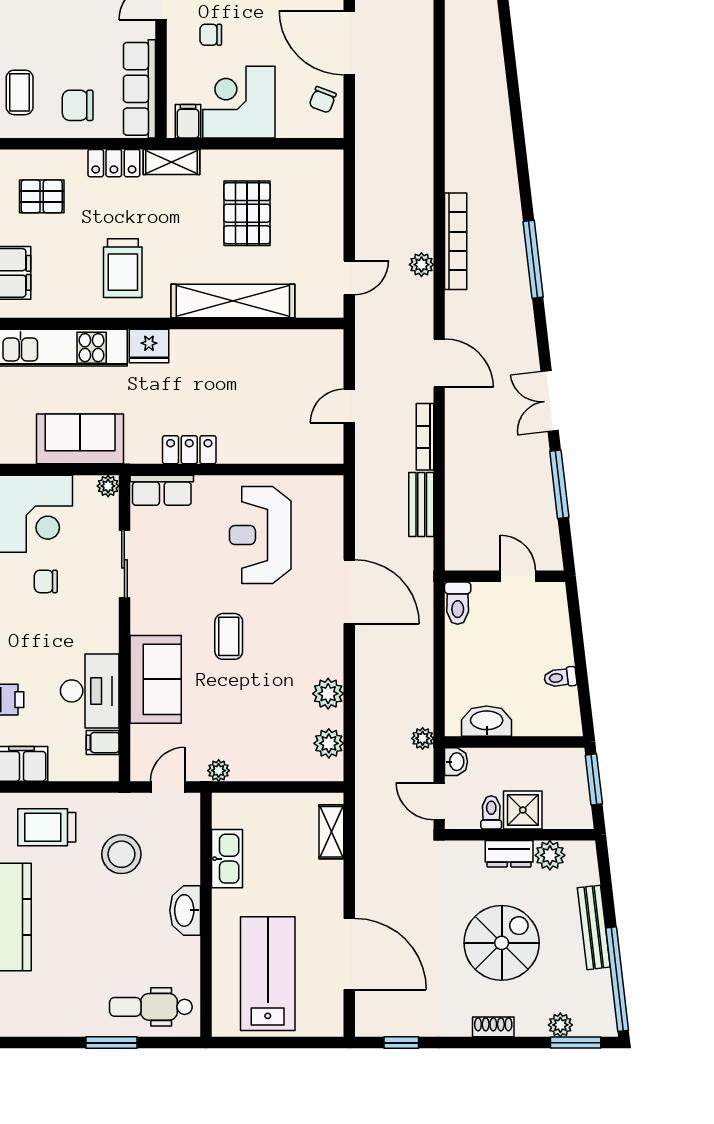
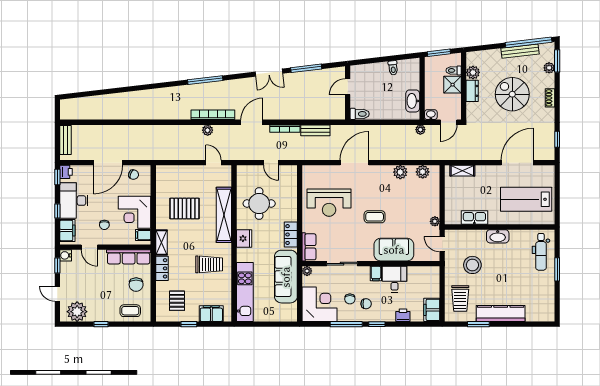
bookcase: (456, 241) -> (213, 115), moved
fridge: (149, 346) -> (244, 238), moved
round table: (258, 379) -> (259, 204), added
sofa: (80, 439) -> (286, 277), width x1.36
chair: (35, 618) -> (366, 304), added
desk: (90, 691) -> (395, 279), width x0.73
filing cabinet: (103, 743) -> (376, 273), moved
toilet: (491, 812) -> (454, 70), moved
bench: (594, 927) -> (520, 51), moved

